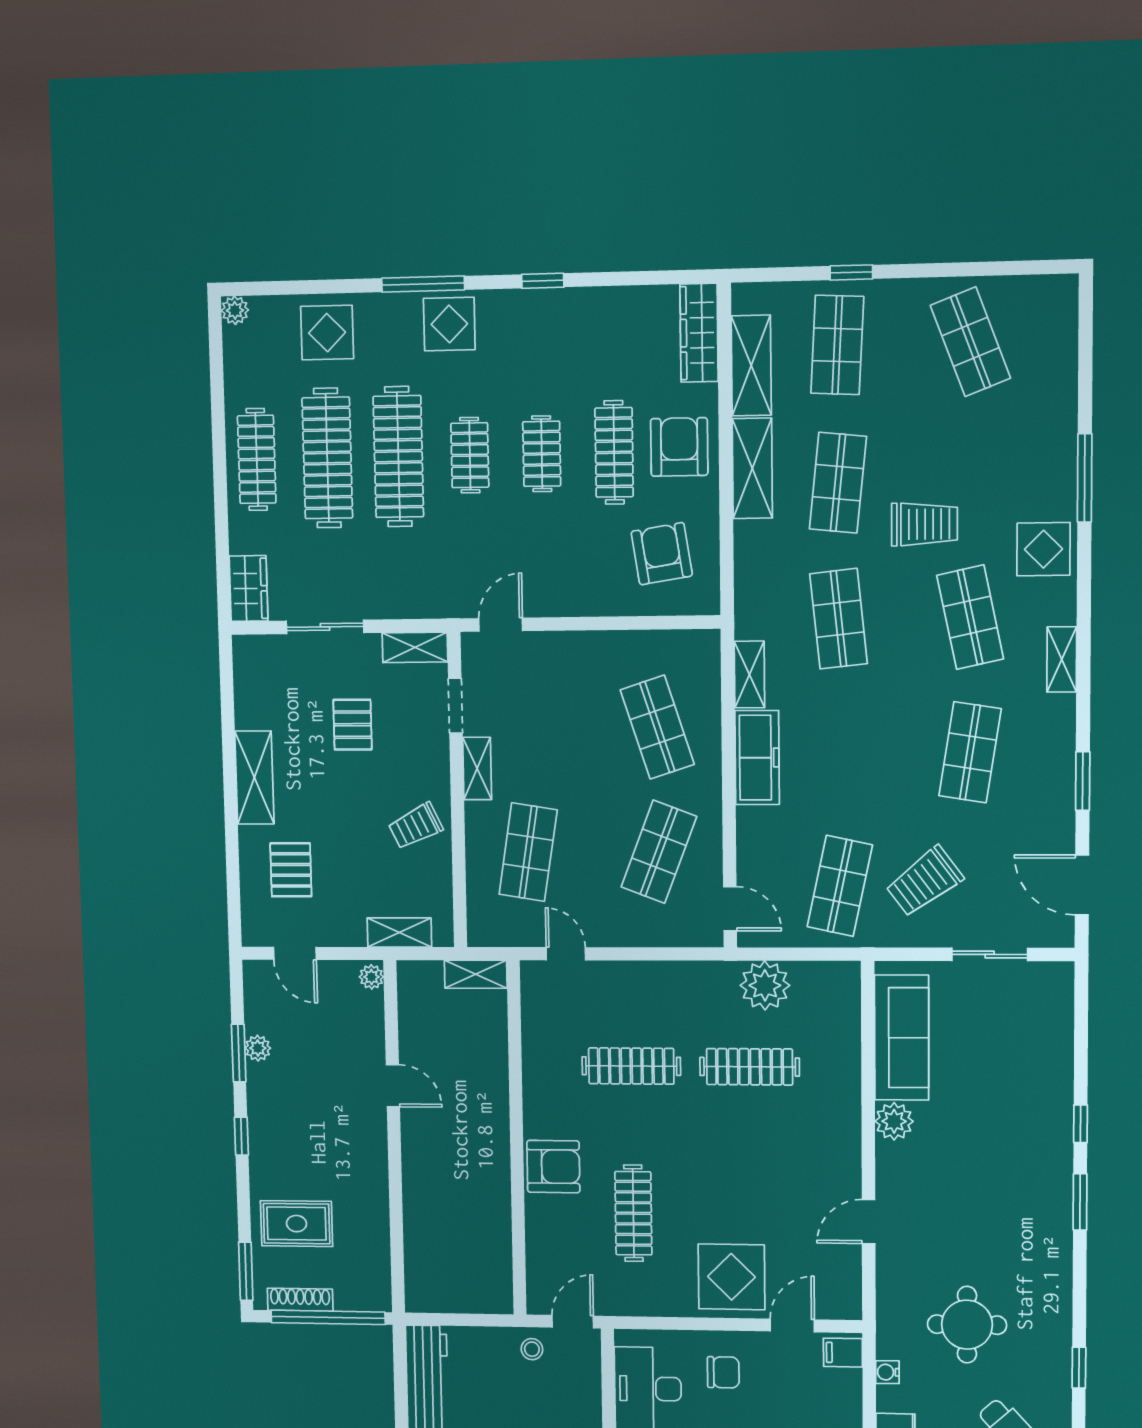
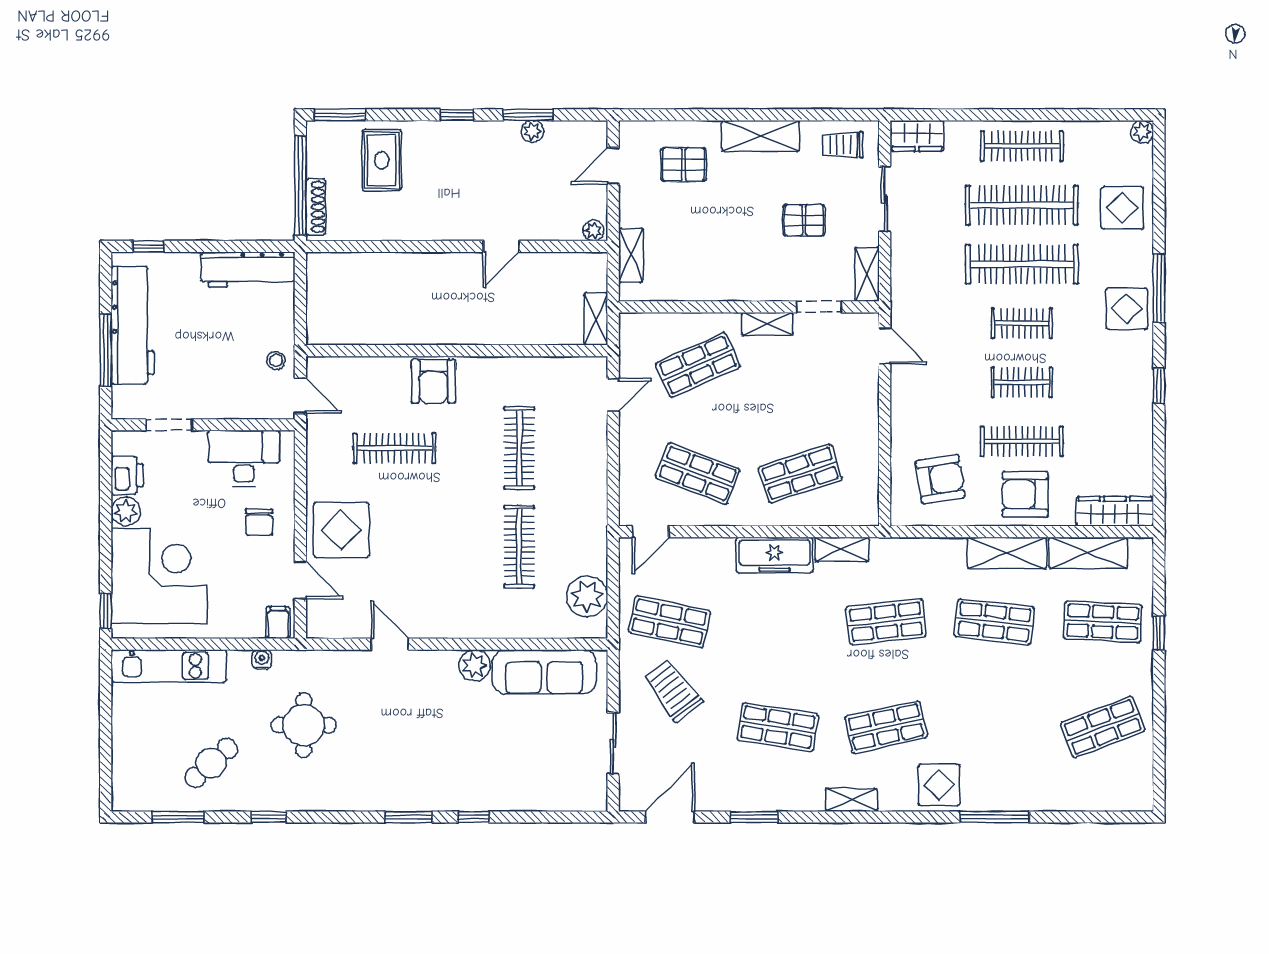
armchair: (679, 447) -> (1025, 494), turned 180
trolley: (925, 524) -> (960, 691), removed
trolley: (416, 826) -> (843, 145), moved, turned -64
shop shelf: (528, 852) -> (698, 365), turned -33
plant: (765, 985) -> (587, 596), moved
shoe rack: (300, 1300) -> (316, 207), moved

